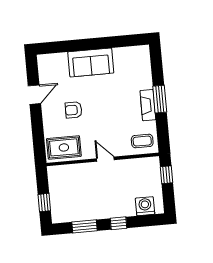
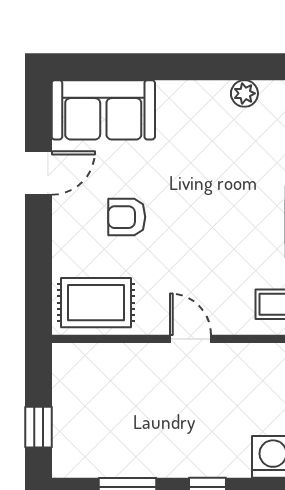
plant: (119, 53) -> (244, 93), added
sofa: (91, 62) -> (103, 110), moved

